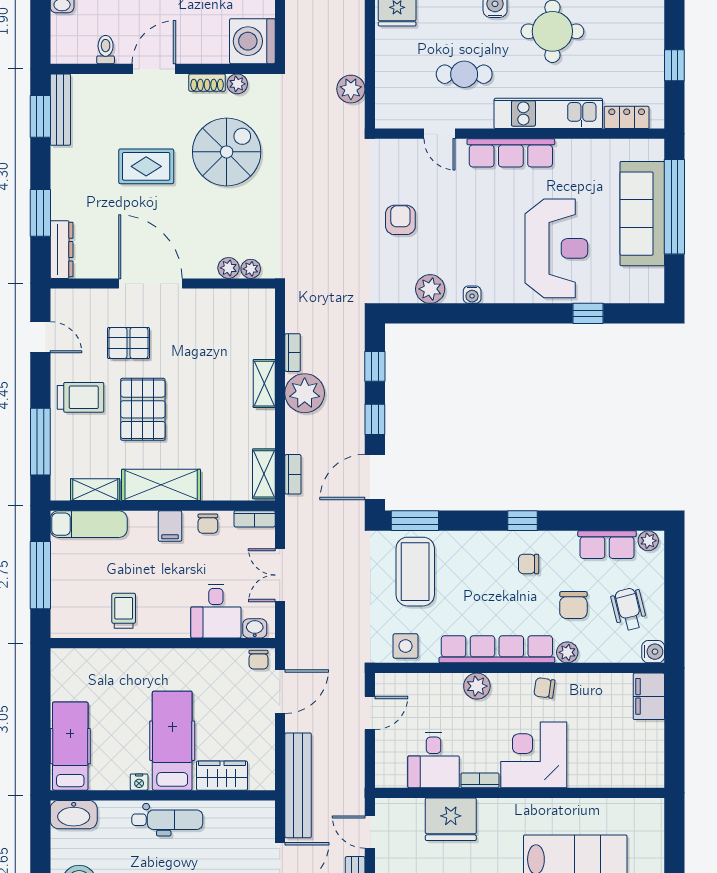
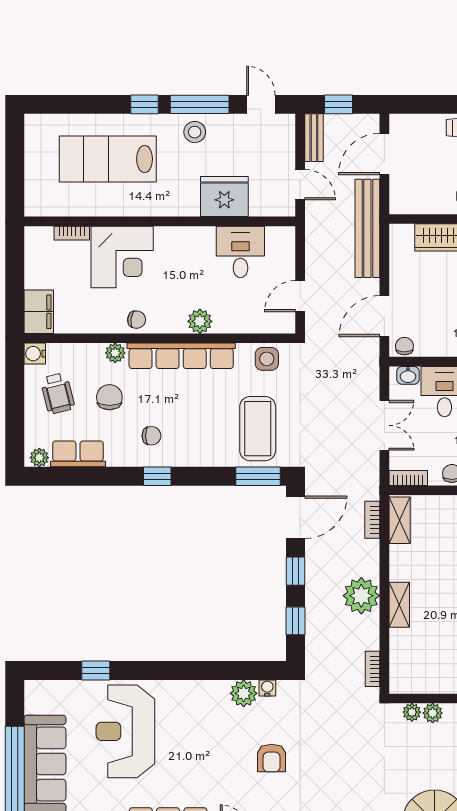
water cooler: (472, 295) -> (267, 688), moved
bookcase: (293, 353) -> (373, 669), moved
corner desk: (534, 755) -> (122, 257), moved
bookcase: (480, 780) -> (72, 233), moved

